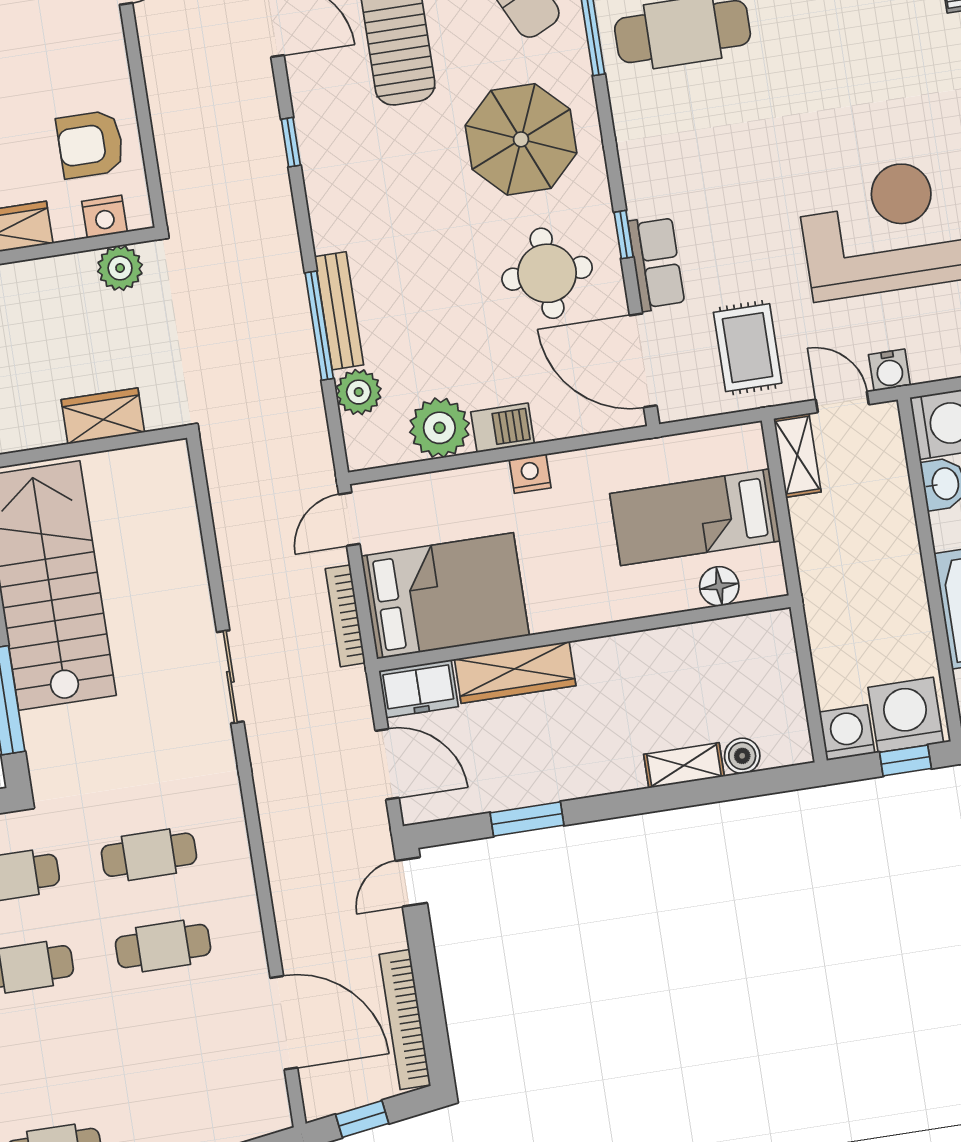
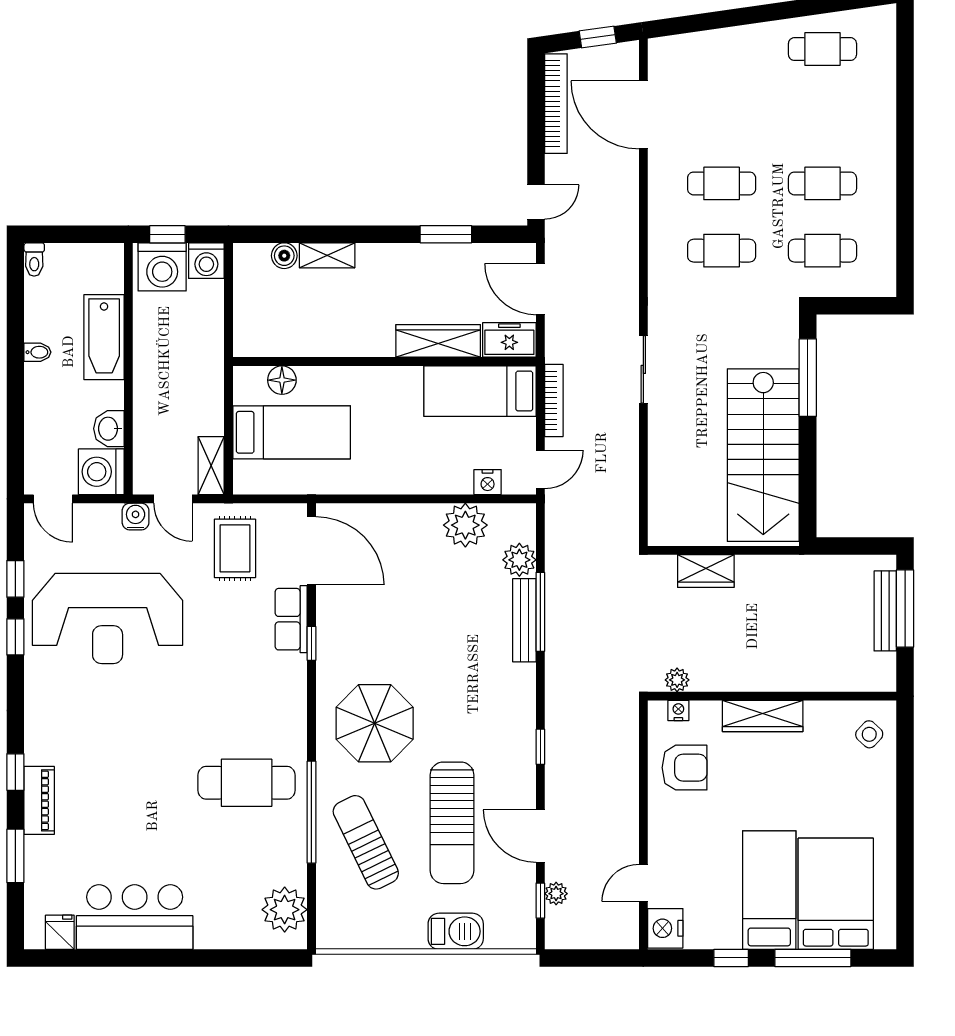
nightstand: (104, 217) -> (678, 711), width x0.72, depth x0.74
plant: (120, 268) -> (677, 680), width x0.73, depth x0.73
round table: (547, 273) -> (371, 624), removed
barbecue: (503, 428) -> (420, 518), removed
nightstand: (530, 474) -> (488, 482), moved
bed: (445, 596) -> (480, 391), width x0.67

